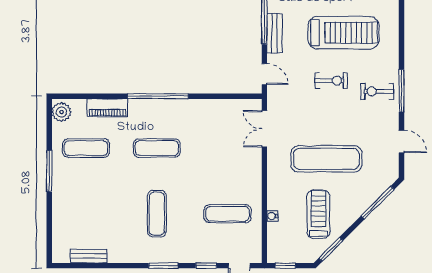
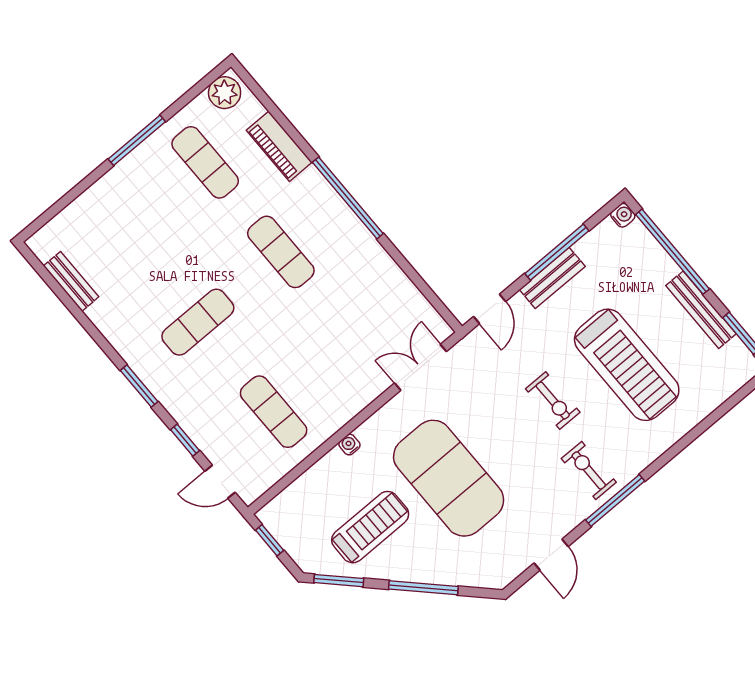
exercise mat: (326, 159) -> (449, 478), width x1.47
window: (378, 203) -> (423, 588), moved
water cooler: (272, 216) -> (349, 445), moved

